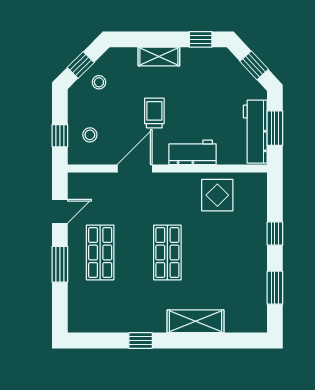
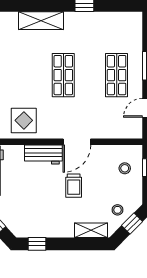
shelving: (159, 57) -> (91, 230), moved
door: (135, 168) -> (77, 142), moved

